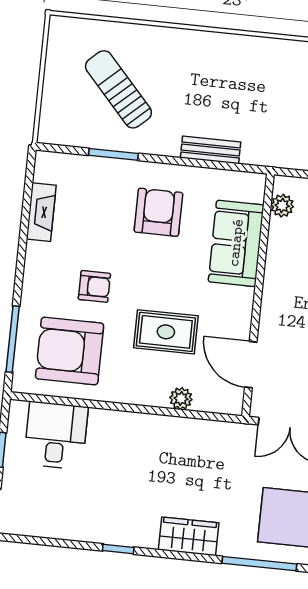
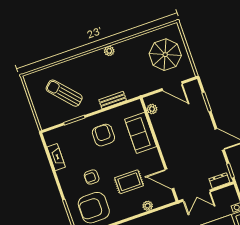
plant: (251, 46) -> (109, 51), added
armchair: (94, 286) -> (92, 177), turned 180

